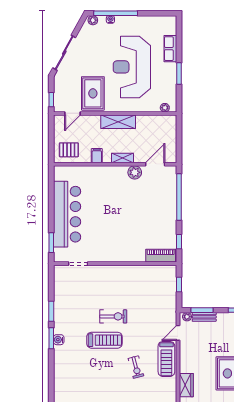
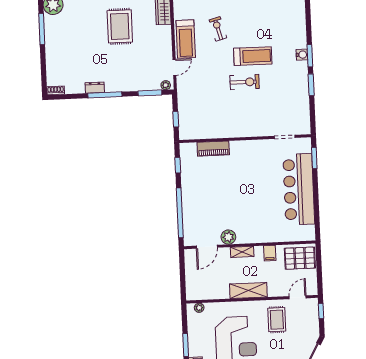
rug: (93, 93) -> (277, 320), width x0.73, depth x0.70
pallet: (69, 150) -> (300, 258), width x1.50, depth x1.42
piano: (161, 256) -> (213, 149), moved
exercise bike: (113, 316) -> (245, 82), turned 180
bench: (204, 317) -> (147, 86), removed
treadmill: (104, 340) -> (253, 56), turned 180
treadmill: (166, 359) -> (186, 39), turned 180

